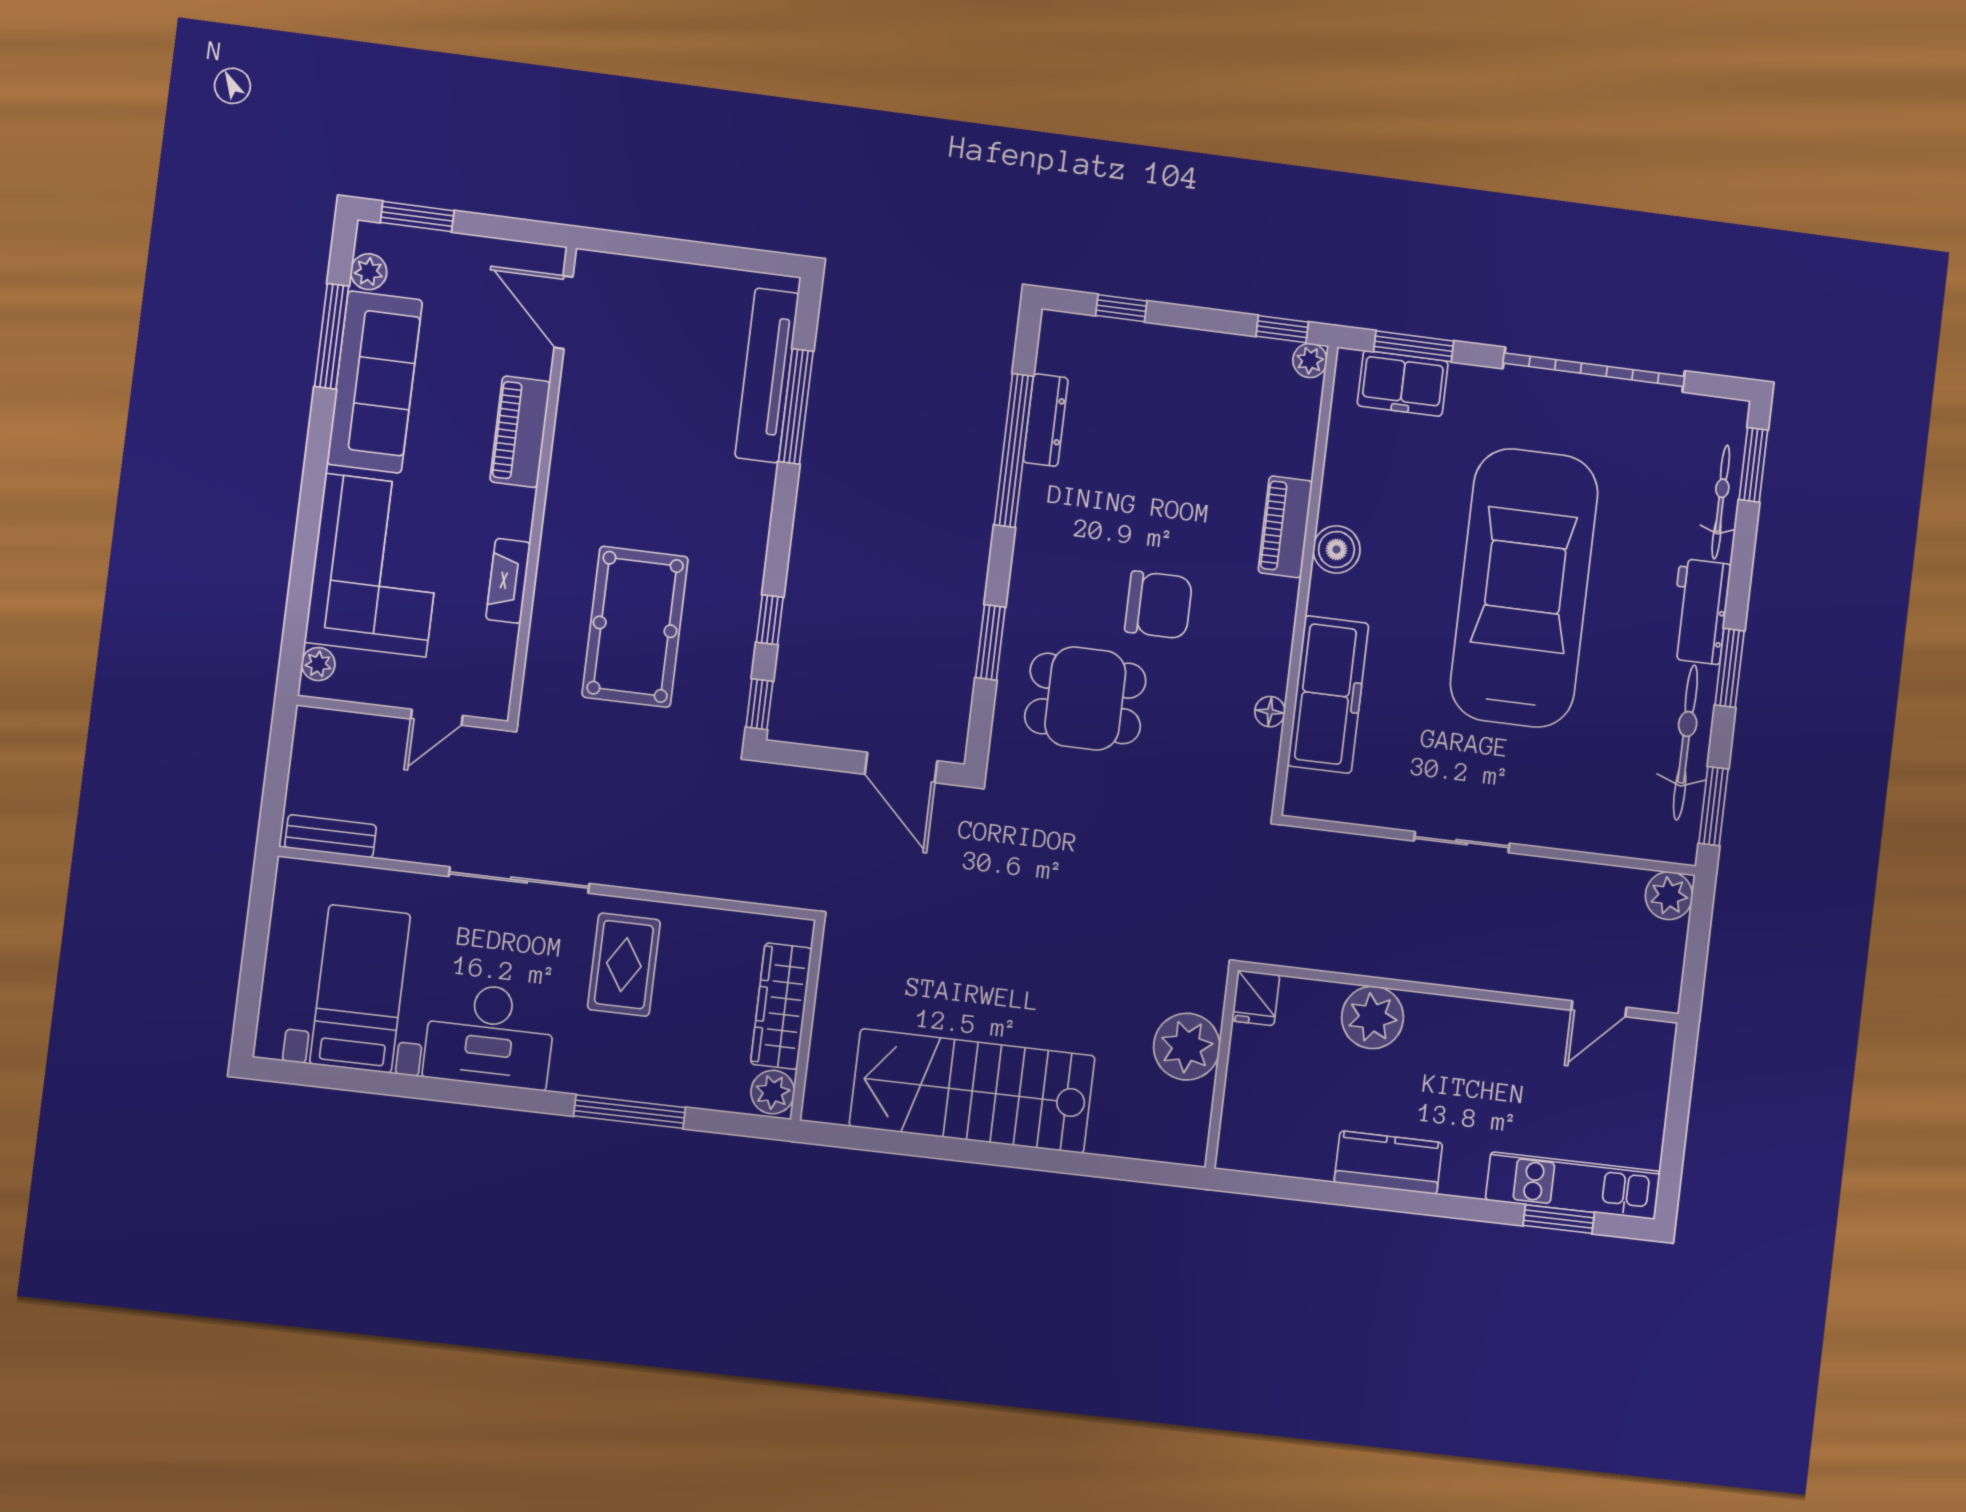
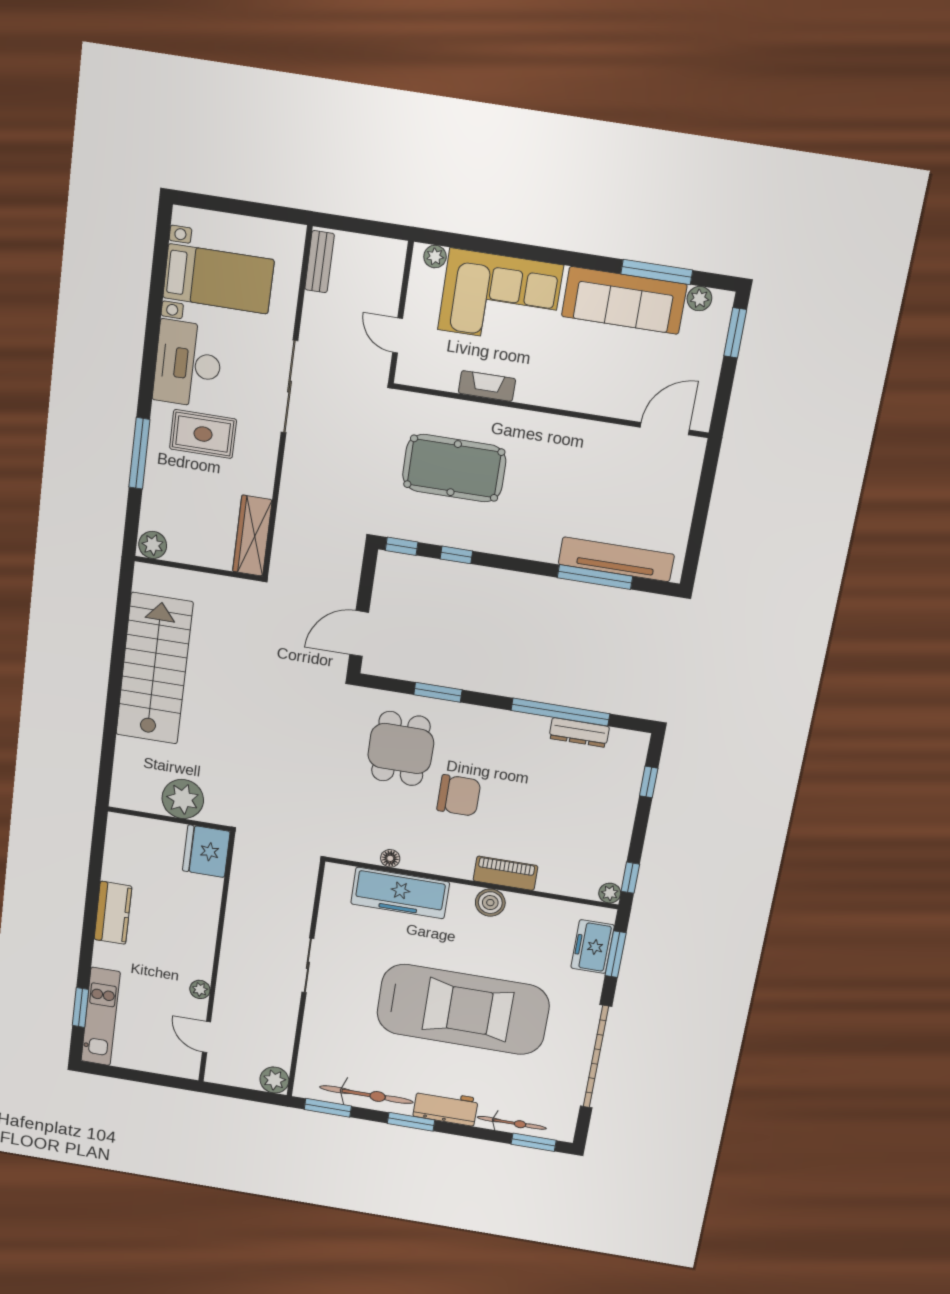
piano: (520, 432) -> (586, 397), removed
chair: (1159, 605) -> (459, 795), turned -90
rug: (624, 965) -> (203, 434), moved
fridge: (1256, 998) -> (206, 851), width x1.88, depth x1.34
wardrobe: (781, 1006) -> (252, 536), moved, turned -90
plant: (1373, 1017) -> (200, 989), moved, width x0.53, depth x0.53

